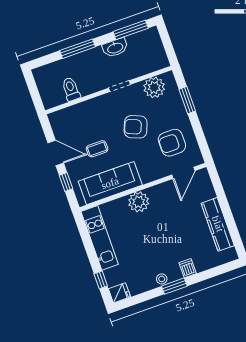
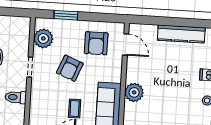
toilet: (71, 89) -> (16, 97), moved

